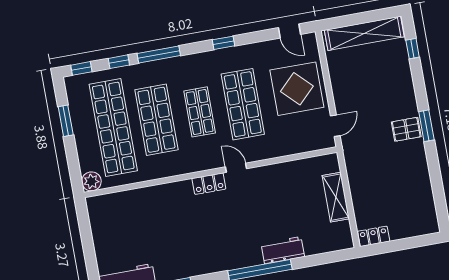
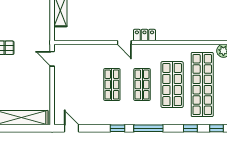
window: (159, 55) -> (148, 128), moved
display table: (297, 89) -> (74, 88), removed
shop shelf: (243, 104) -> (112, 85), width x0.70, depth x0.74
door: (335, 126) -> (52, 59), hinge flipped

